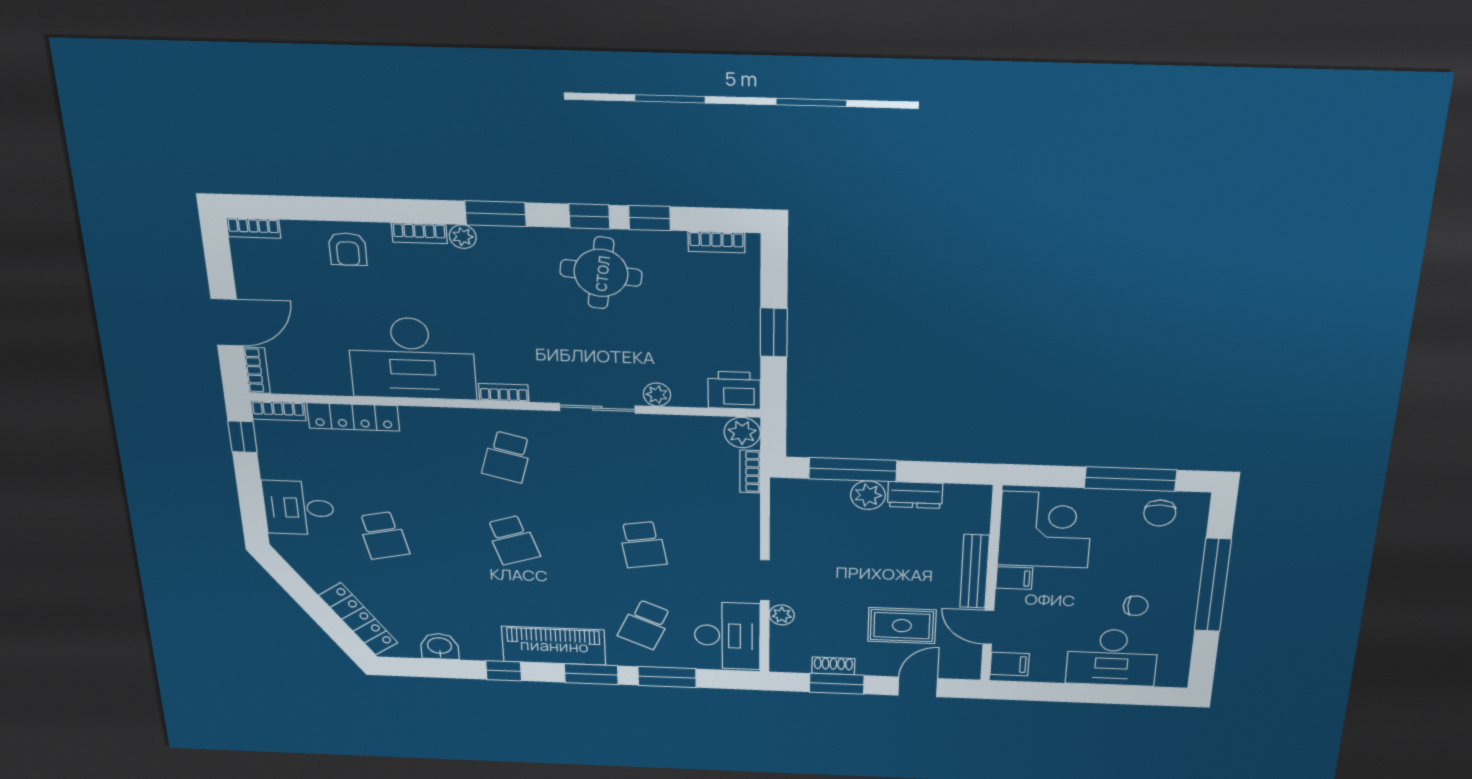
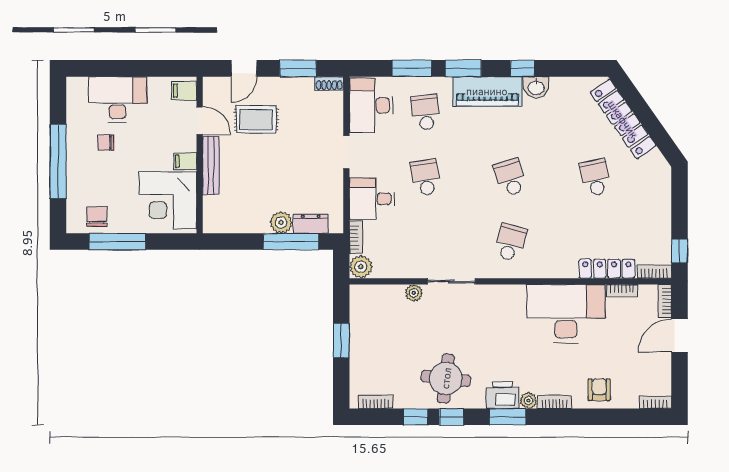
printer: (734, 390) -> (502, 395), moved, turned 180
bookcase: (504, 393) -> (622, 291), moved
dresser: (915, 495) -> (311, 224), moved
desk: (299, 508) -> (372, 199), moved, turned 180
plant: (782, 615) -> (335, 124), removed
locker: (358, 619) -> (623, 119), width x1.41, depth x1.21
school desk: (645, 624) -> (426, 112), turned -30
washbasin: (440, 646) -> (536, 87), moved
shoe rack: (833, 666) -> (329, 83), moved

